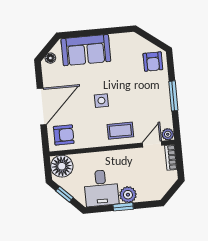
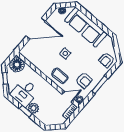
sofa: (86, 50) -> (86, 27), width x1.36
armchair: (64, 135) -> (84, 80), moved

